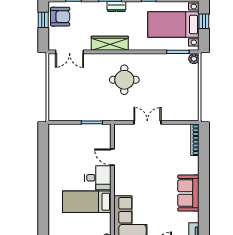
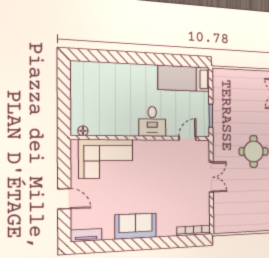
door: (112, 157) -> (187, 138), moved
bed: (87, 202) -> (184, 78), moved, turned -90

